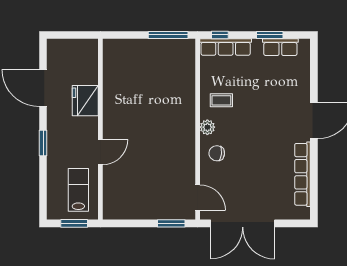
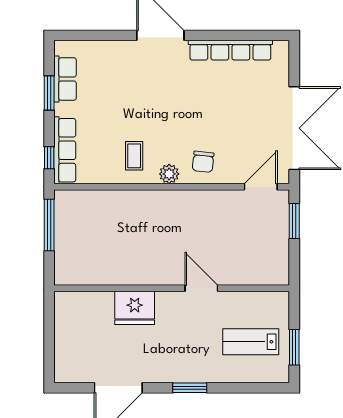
fridge: (85, 101) -> (135, 308), moved
wall: (100, 129) -> (172, 288), moved
door: (100, 152) -> (201, 288), moved

